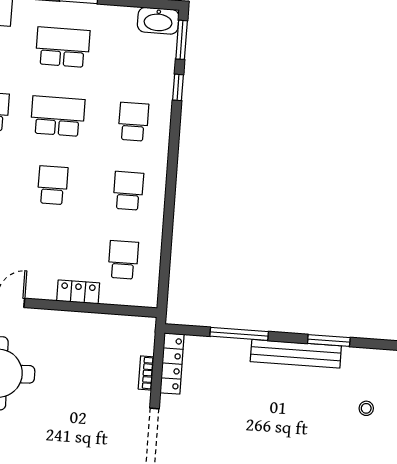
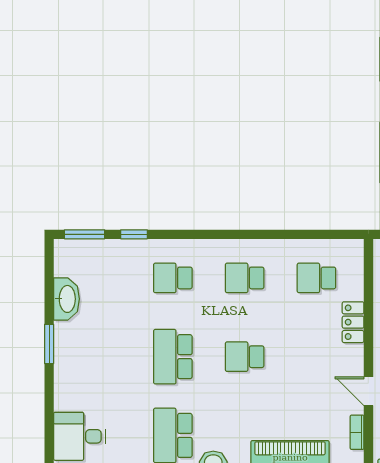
washbasin: (158, 21) -> (67, 299), moved
school desk: (63, 47) -> (101, 357), removed

